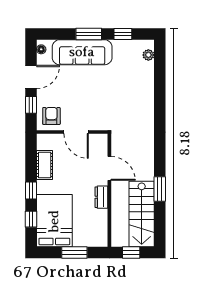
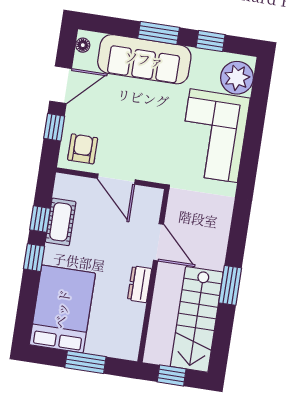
plant: (148, 55) -> (237, 78), width x1.88, depth x1.88
corner sofa: (134, 94) -> (214, 136), added
window: (31, 219) -> (40, 219), moved

